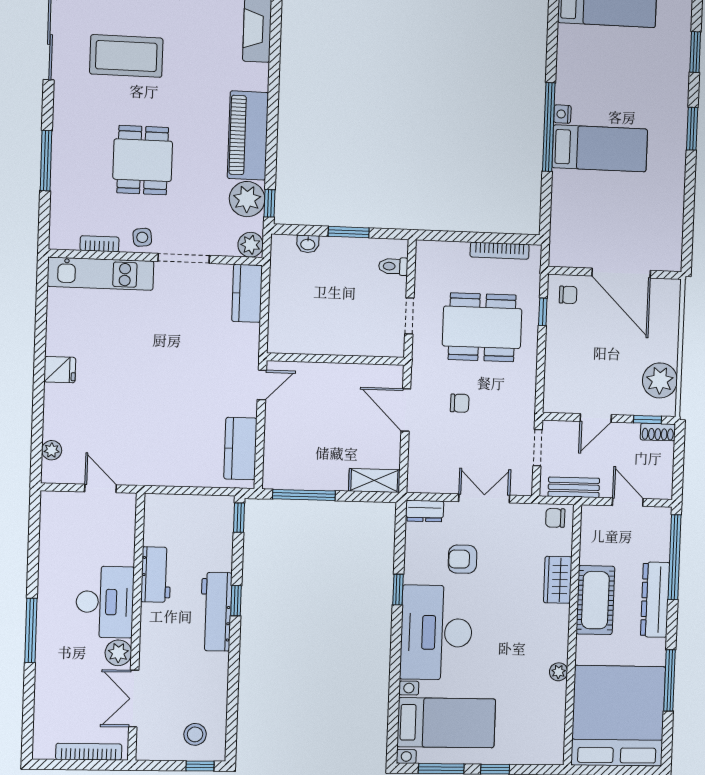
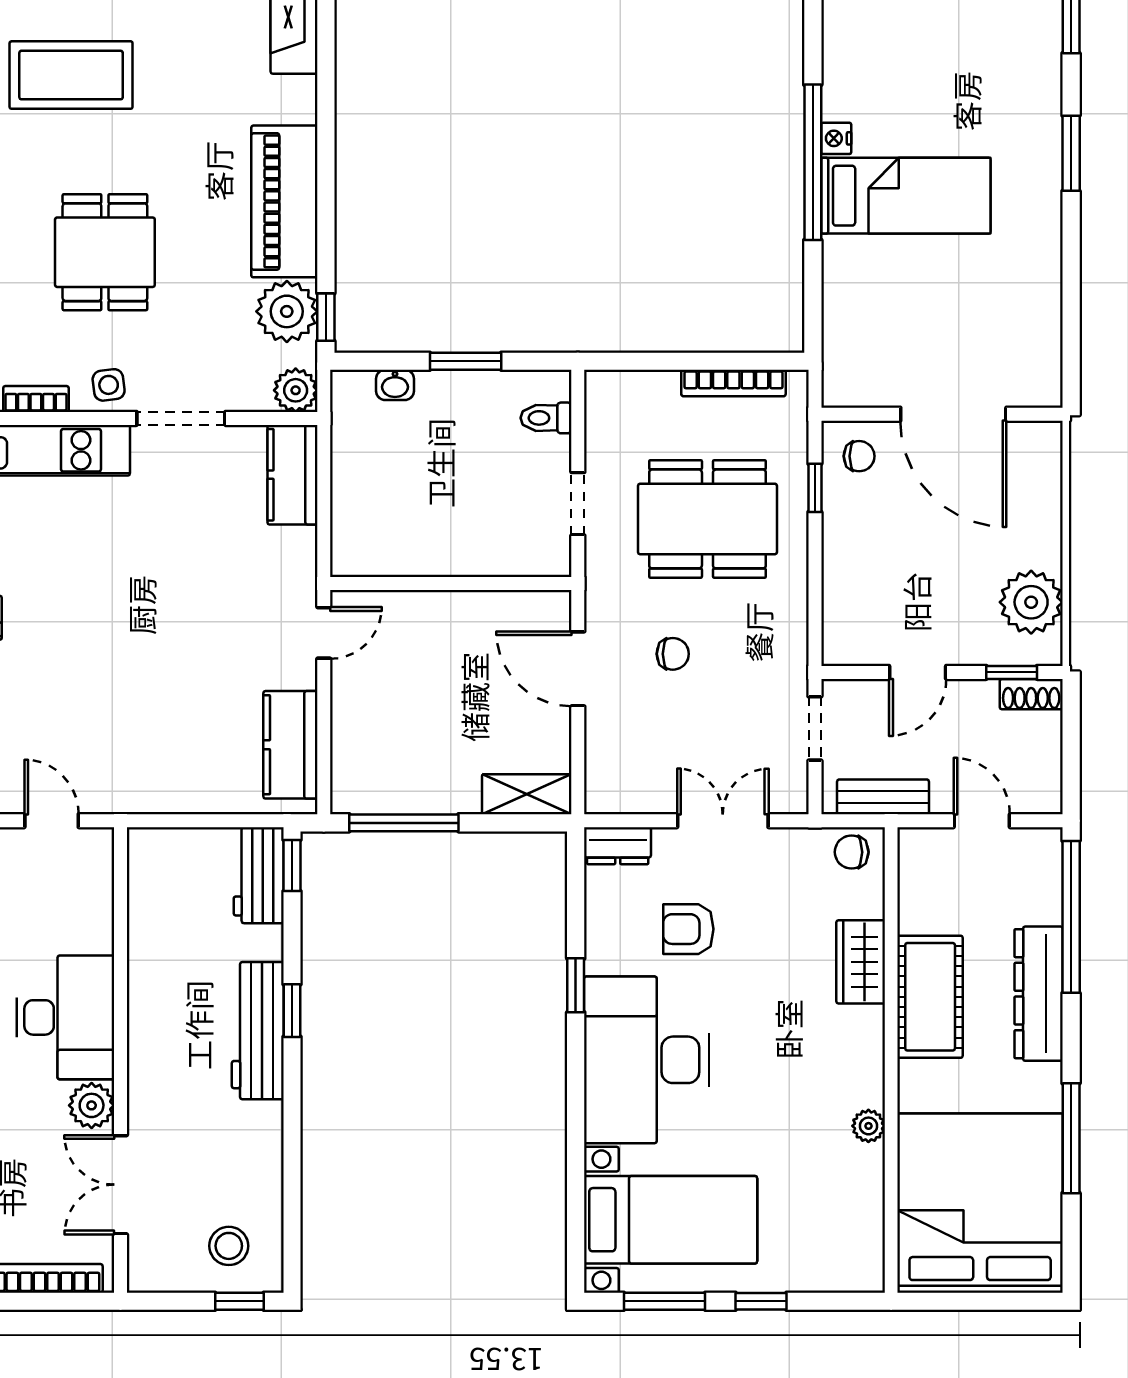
workbench: (156, 575) -> (259, 875), moved, turned 180

